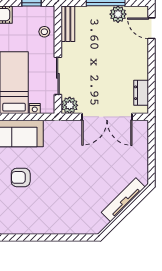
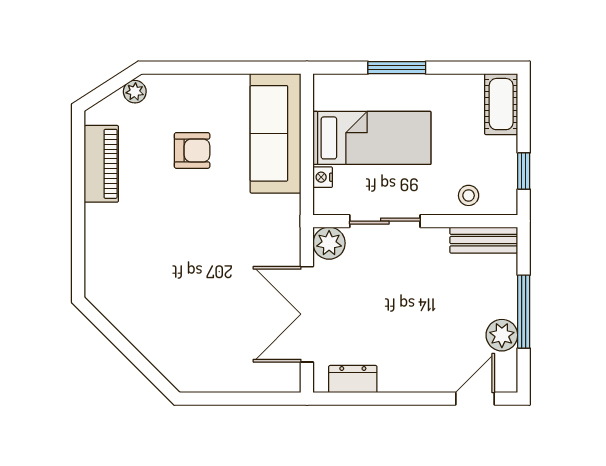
armchair: (21, 177) -> (192, 150), turned 90
tv unit: (123, 200) -> (150, 345), removed
piano: (28, 225) -> (101, 164), added

